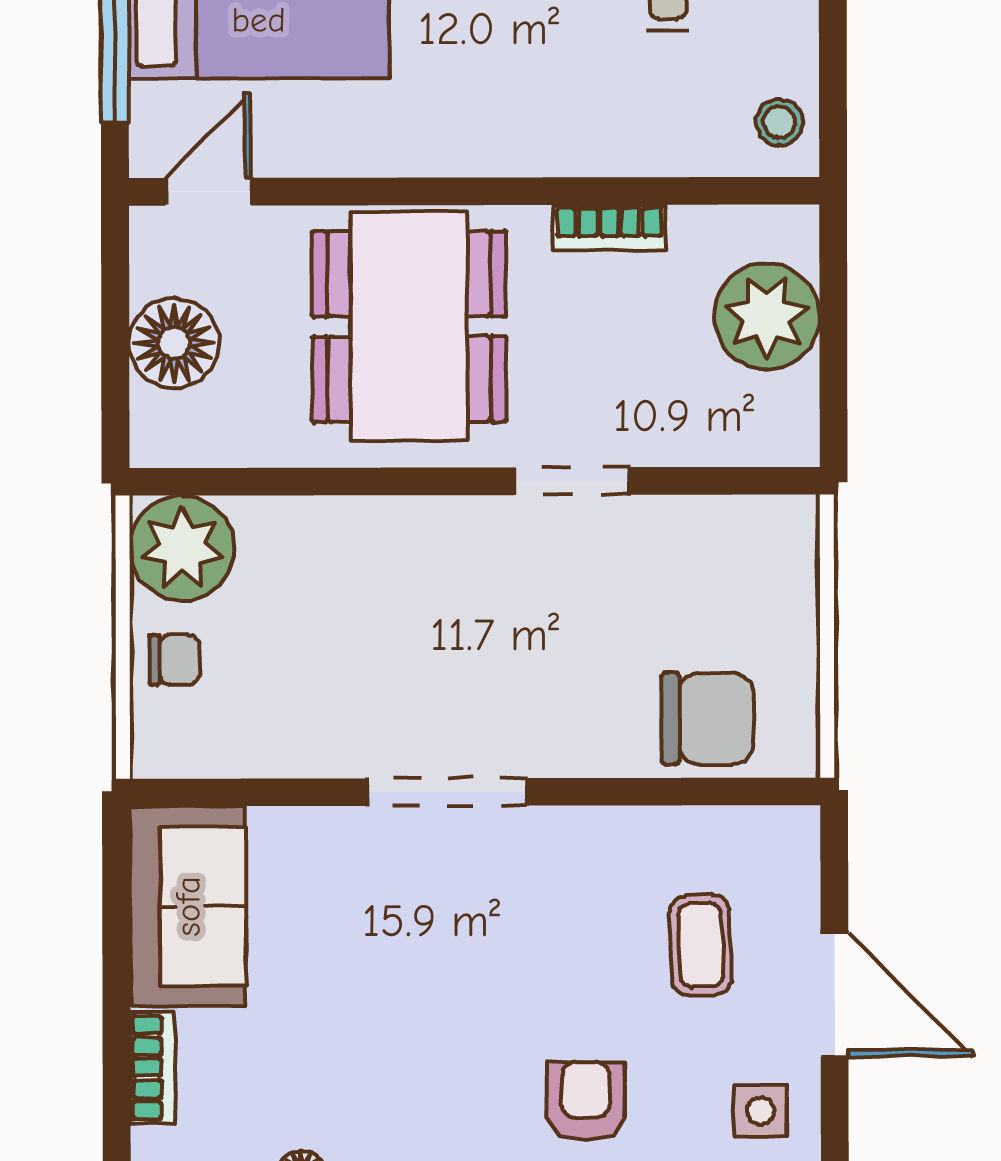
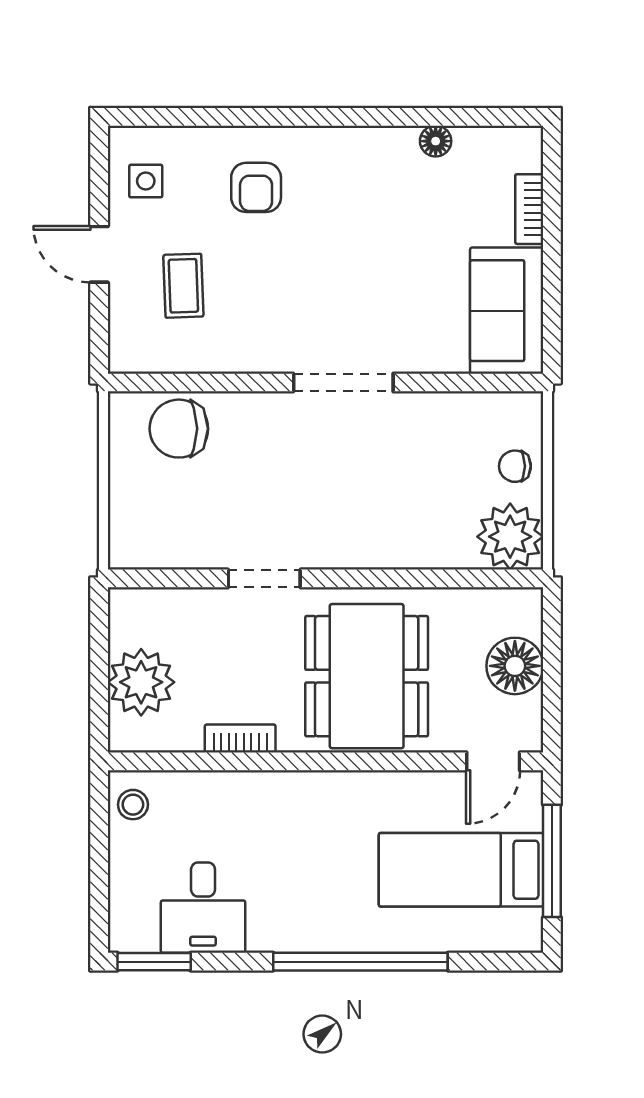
door: (834, 995) -> (99, 254), width x0.73

